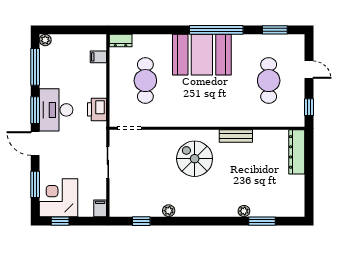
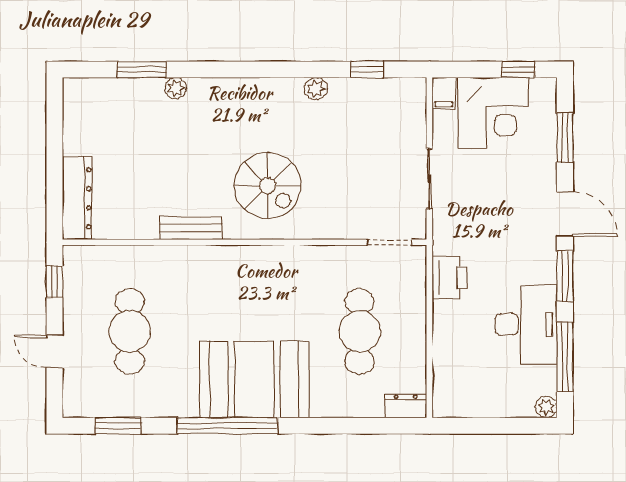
filing cabinet: (98, 57) -> (447, 375), removed
desk: (56, 110) -> (526, 324), moved
corner desk: (59, 198) -> (493, 113), moved

